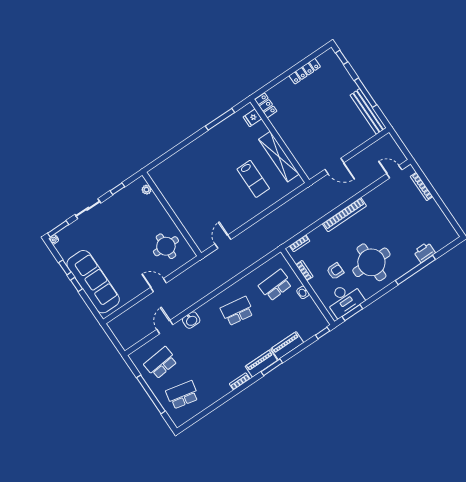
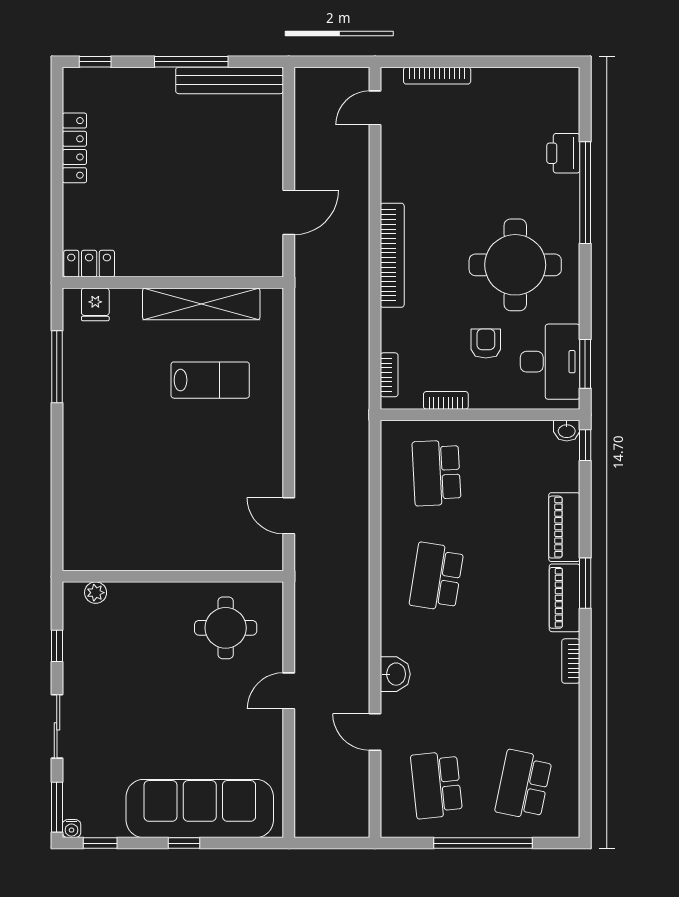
window: (65, 267) -> (100, 843), moved
washbasin: (303, 292) -> (567, 431), moved

